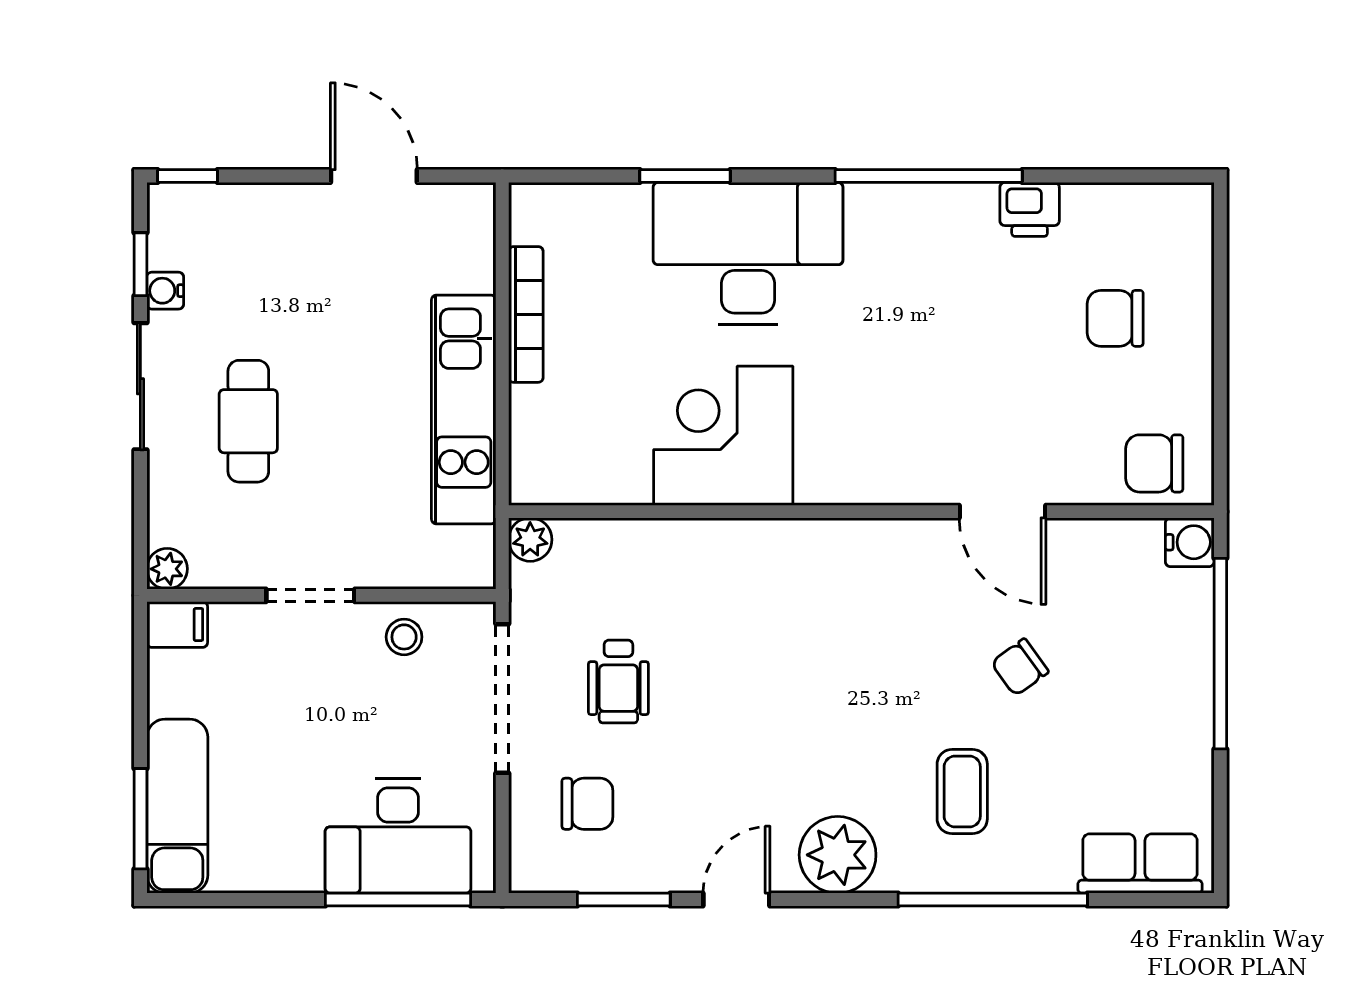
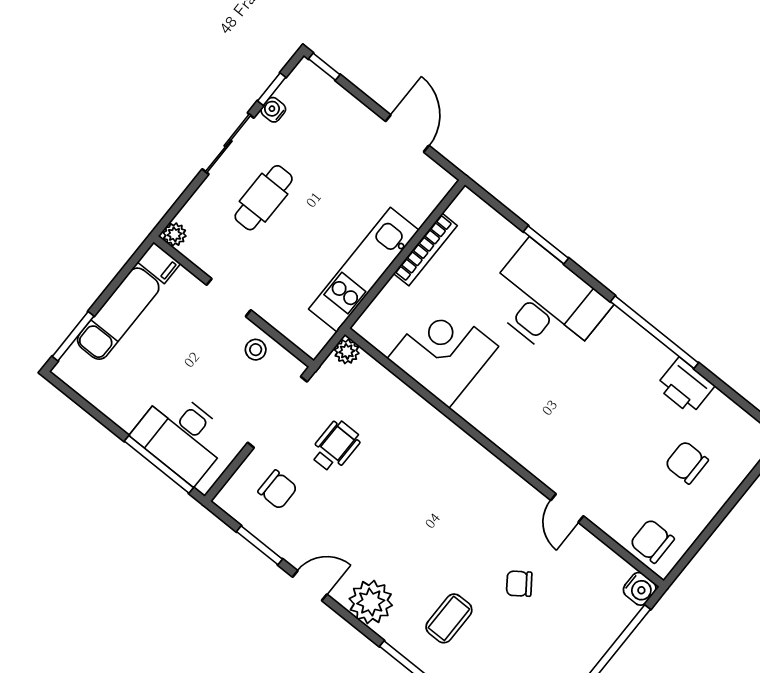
printer: (1030, 209) -> (685, 386), width x1.36, depth x1.24
corner desk: (723, 436) -> (443, 353), moved
door: (1002, 512) -> (567, 508), width x0.73
wheelchair: (618, 681) -> (335, 446), turned 180
exam couch: (177, 806) -> (118, 314), moved

